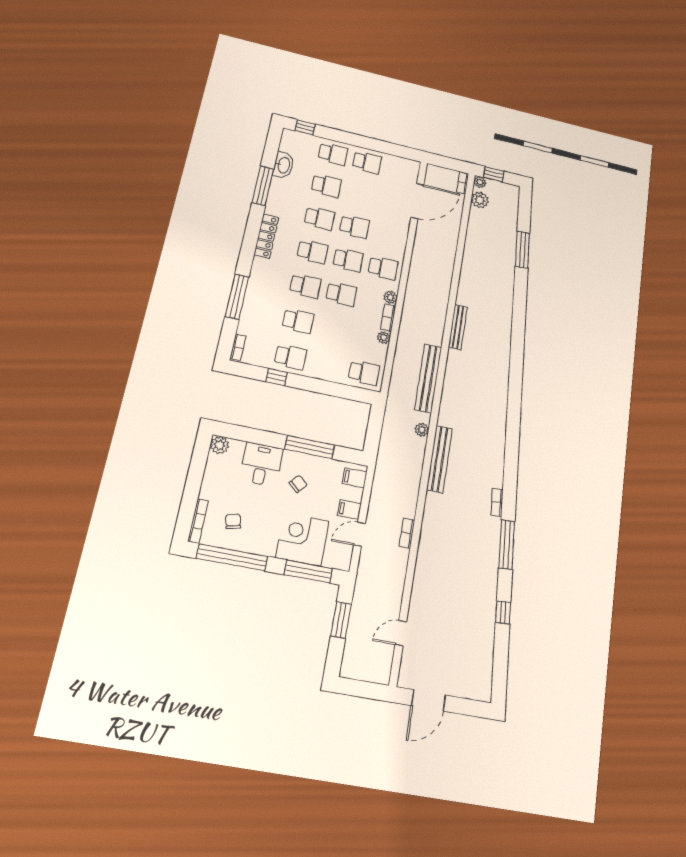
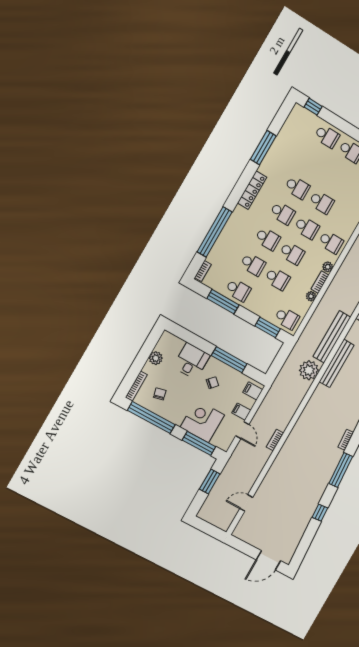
washbasin: (283, 165) -> (285, 135), removed
school desk: (326, 186) -> (277, 279), moved
window: (237, 297) -> (215, 232), width x1.46
window: (276, 377) -> (223, 302), width x2.17
window: (344, 391) -> (268, 327), added
plant: (422, 430) -> (309, 370), width x1.87, depth x1.87
plant: (219, 445) -> (156, 358), moved
bench: (439, 459) -> (337, 363), moved
door: (360, 534) -> (242, 430), swing flipped
door: (428, 700) -> (268, 560), moved

